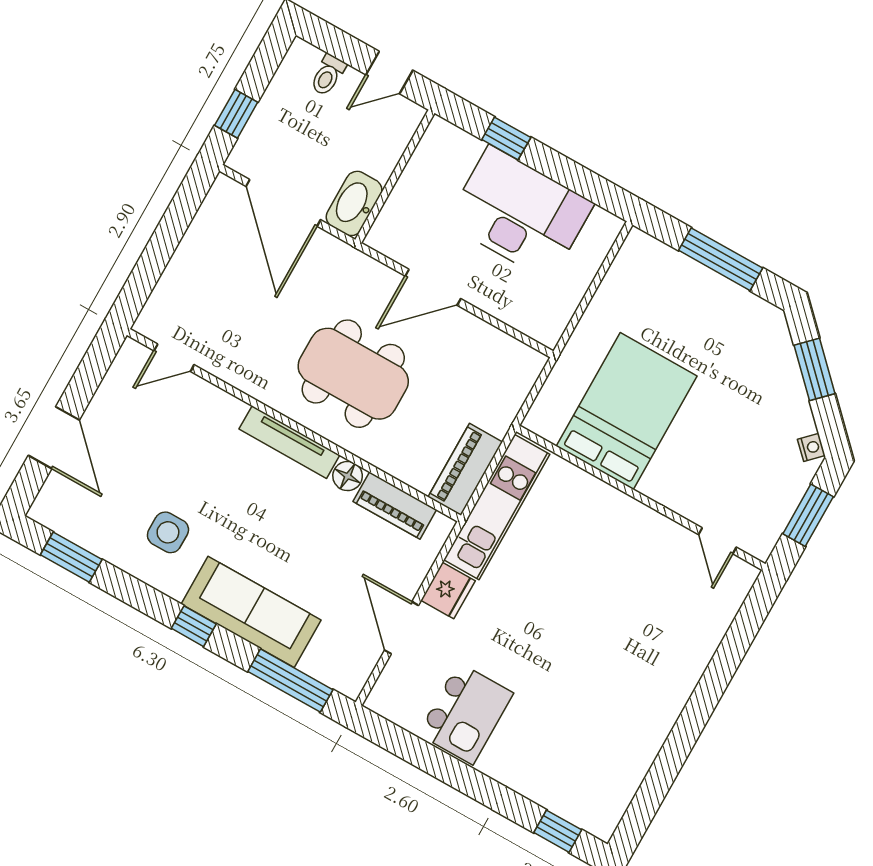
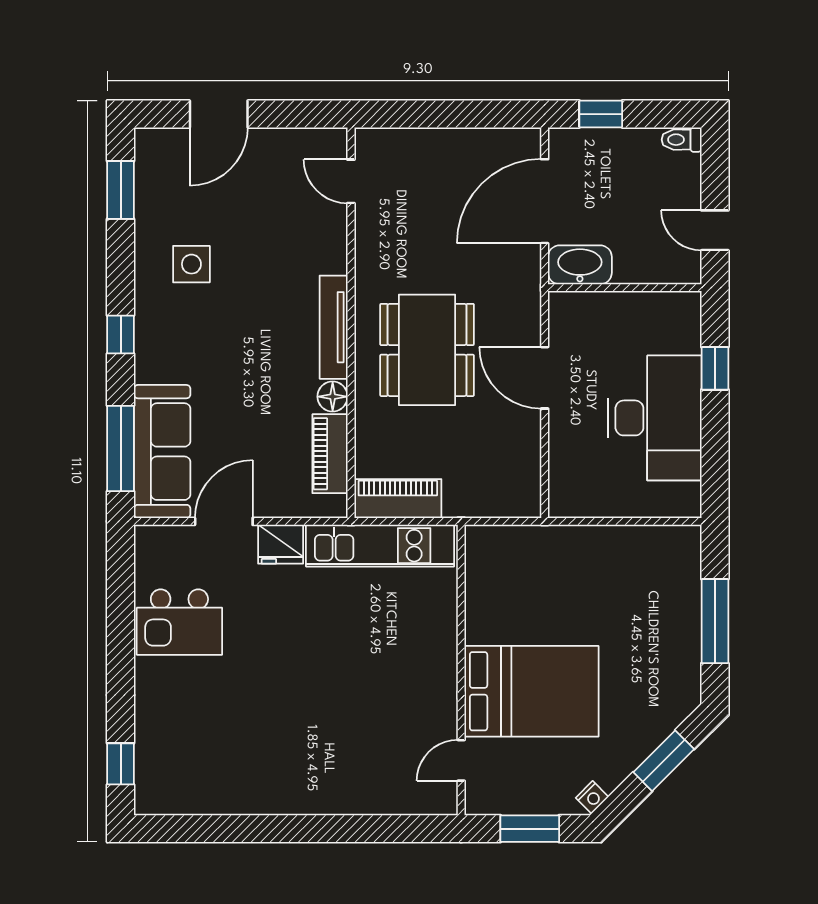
toilet: (328, 75) -> (682, 140), moved
bed: (627, 411) -> (532, 691), moved
sofa: (251, 612) -> (162, 452), moved

